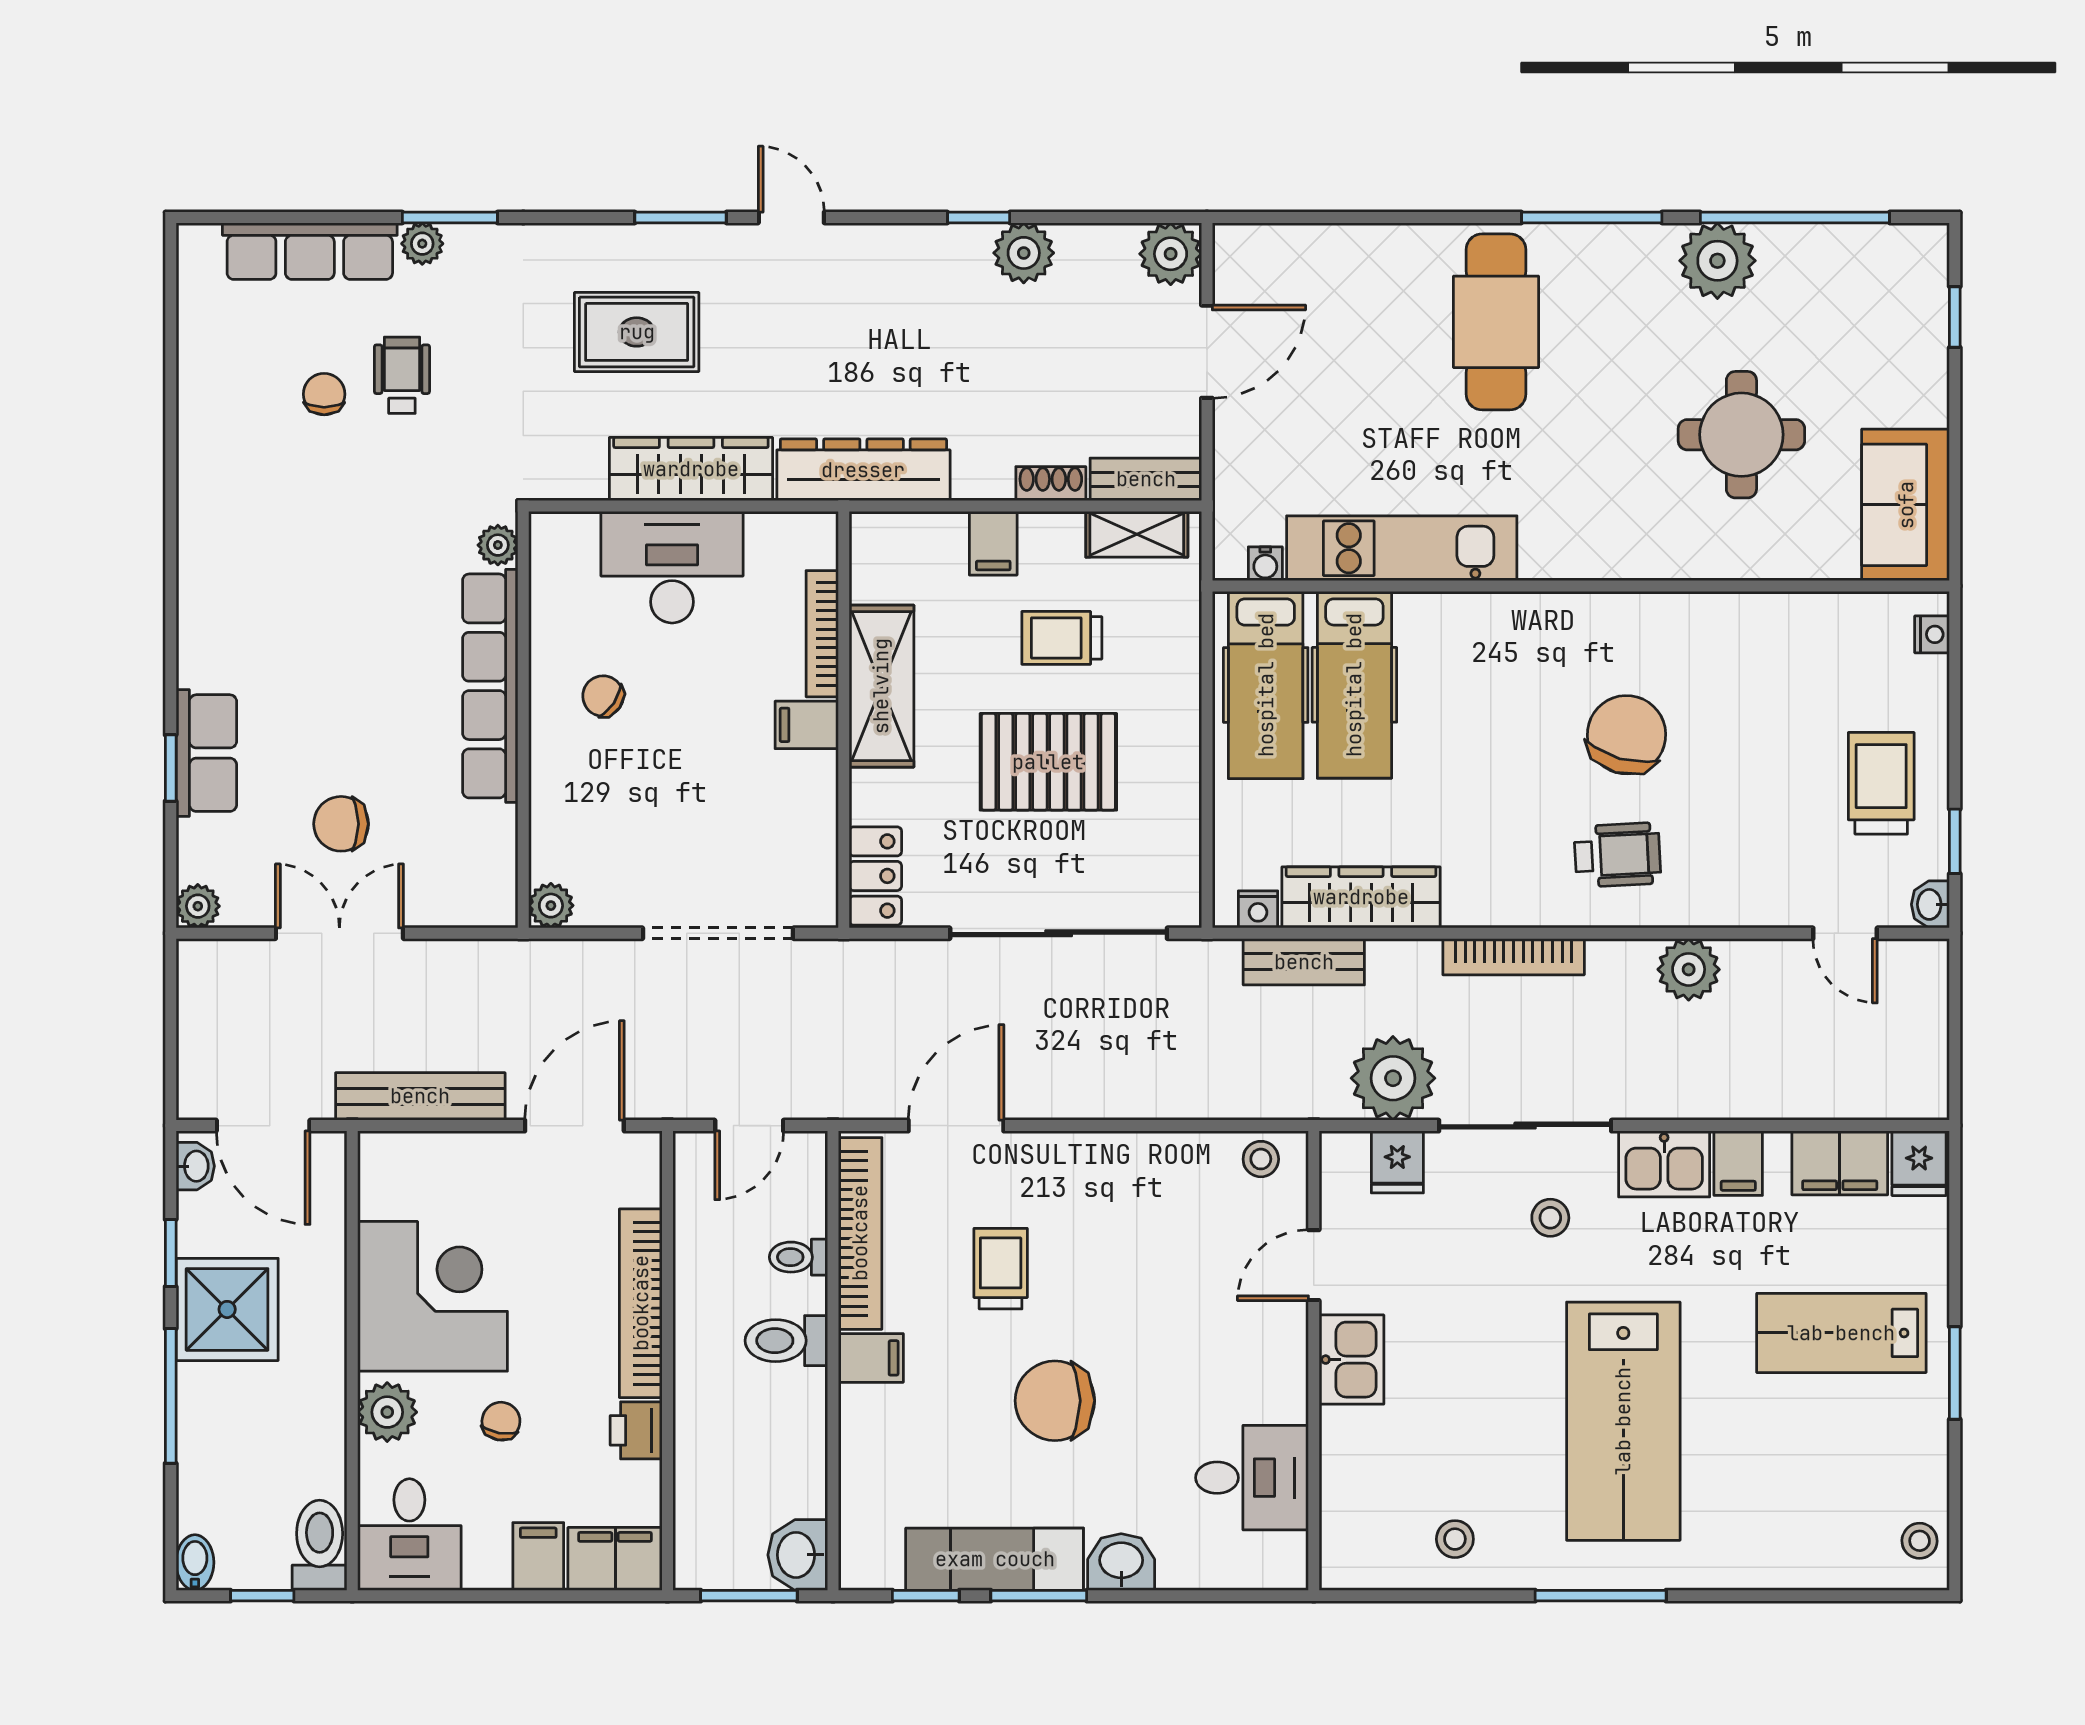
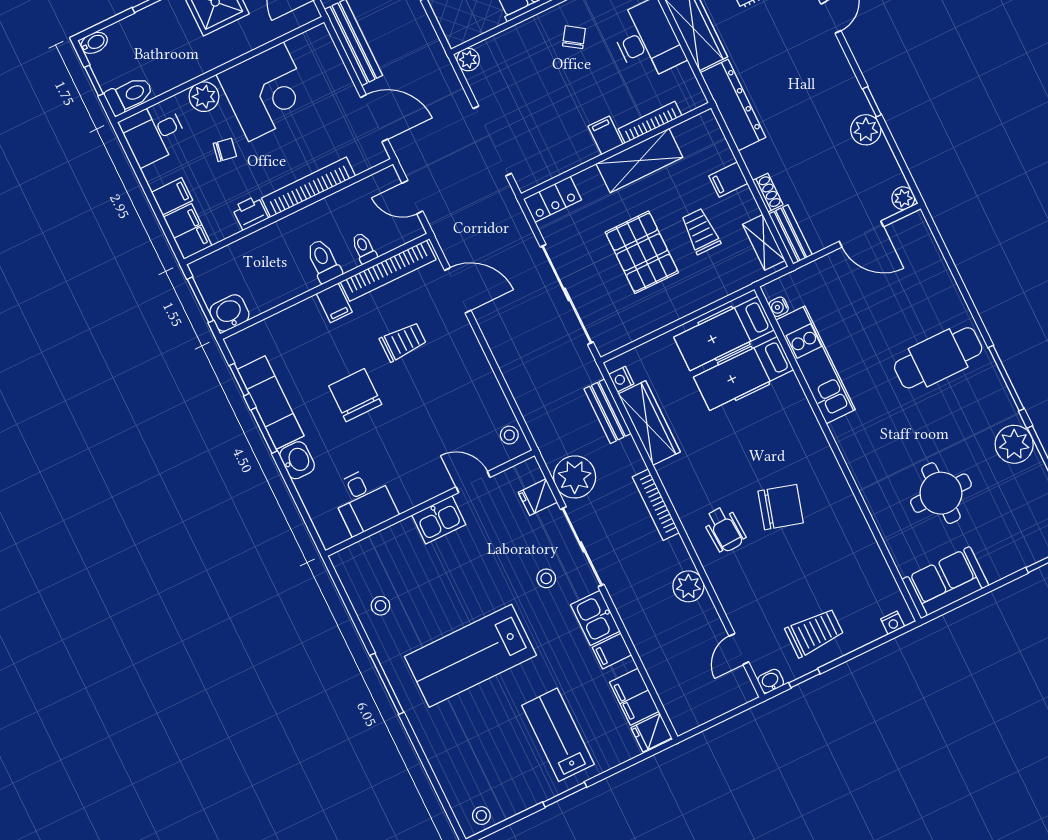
plant: (1171, 254) -> (903, 198), width x0.73, depth x0.73

